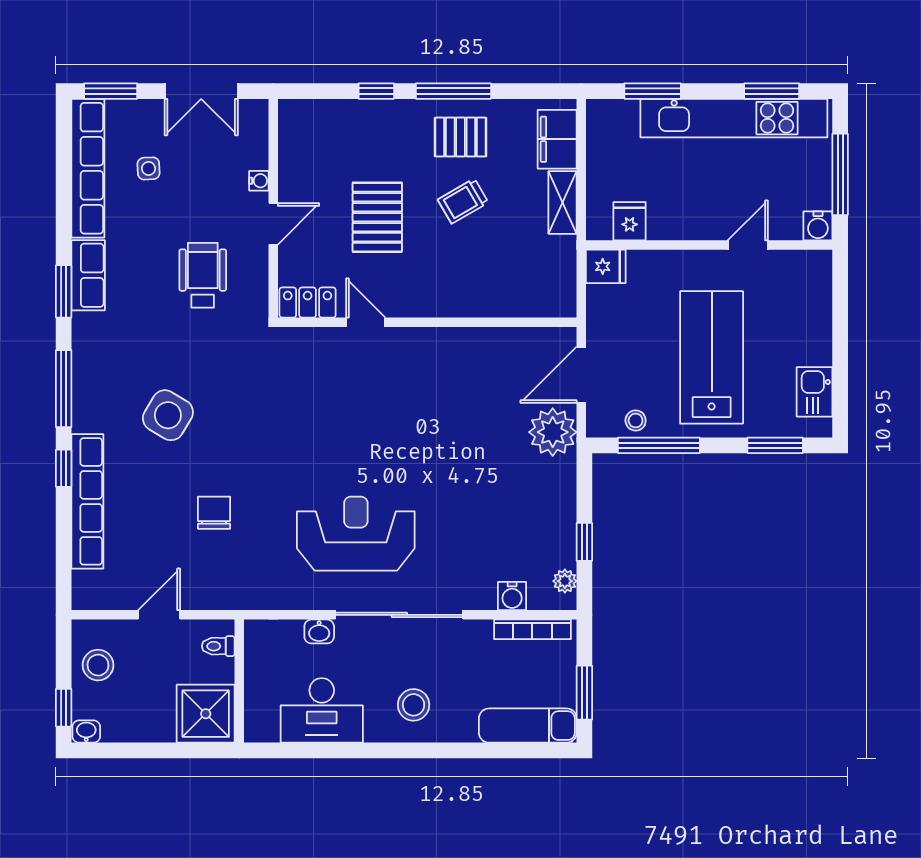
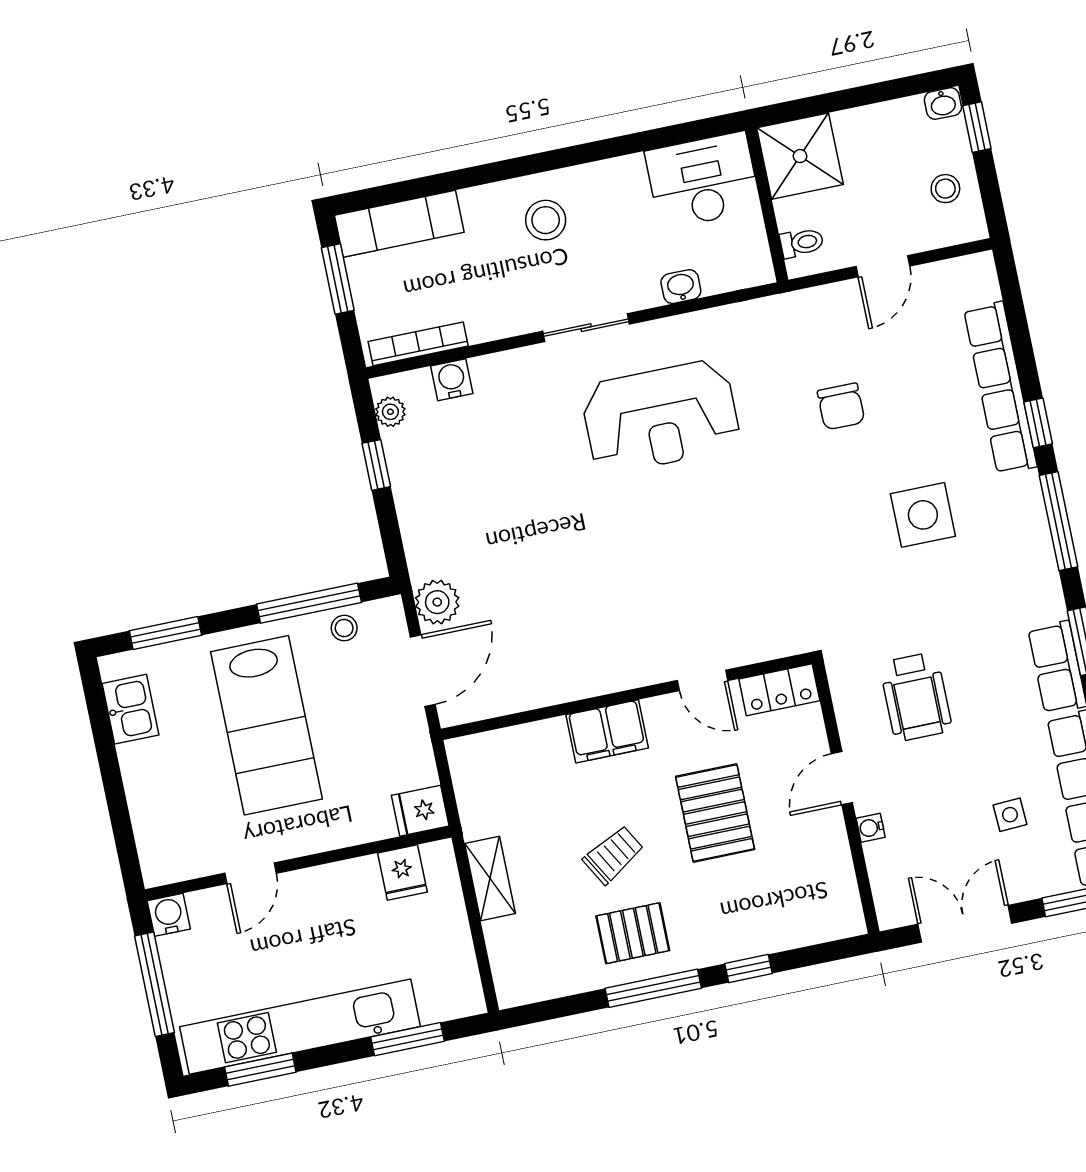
filing cabinet: (557, 139) -> (607, 731), moved, turned 90
side table: (168, 415) -> (923, 515), turned -31
plant: (553, 432) -> (437, 602), width x0.73, depth x0.73
sliding door: (399, 615) -> (586, 328), width x0.54
stool: (98, 665) -> (945, 189), width x0.73, depth x0.73
desk: (322, 710) -> (703, 180), moved

